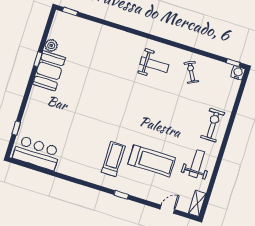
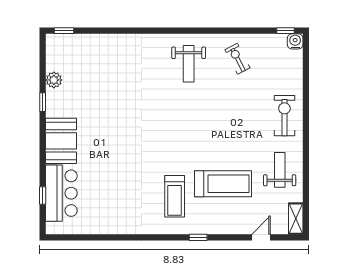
weight bench: (154, 65) -> (189, 64), turned 90
booth: (49, 71) -> (61, 141), moved
bar counter: (37, 153) -> (61, 193), moved, turned 90
treadmill: (113, 159) -> (175, 196), turned 180

